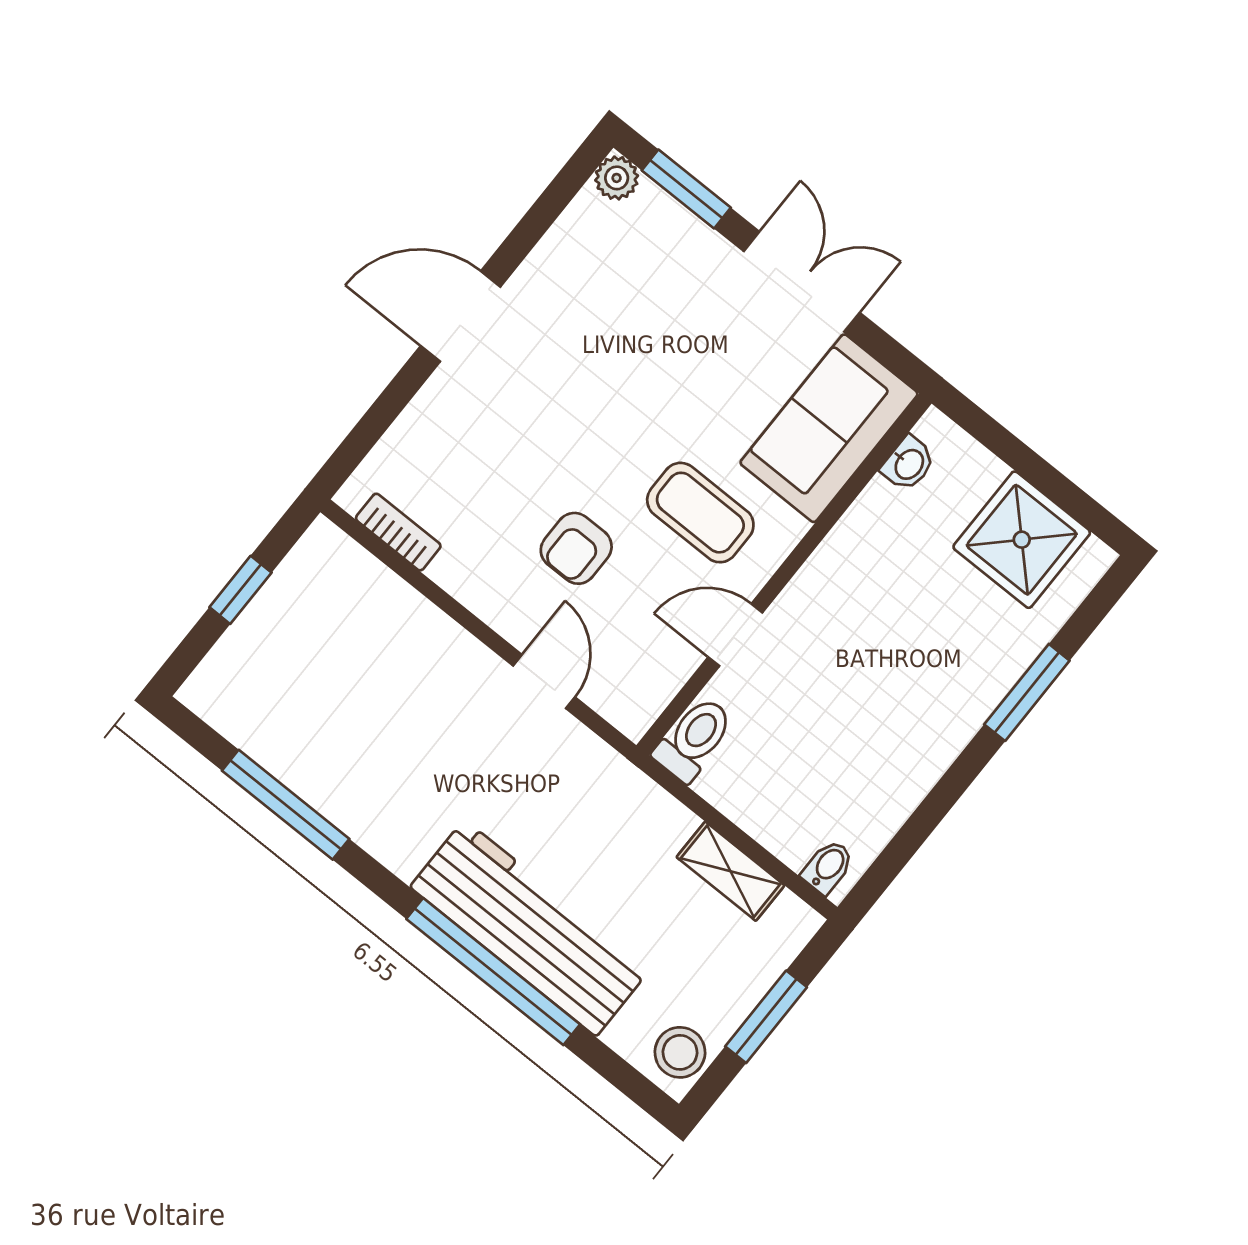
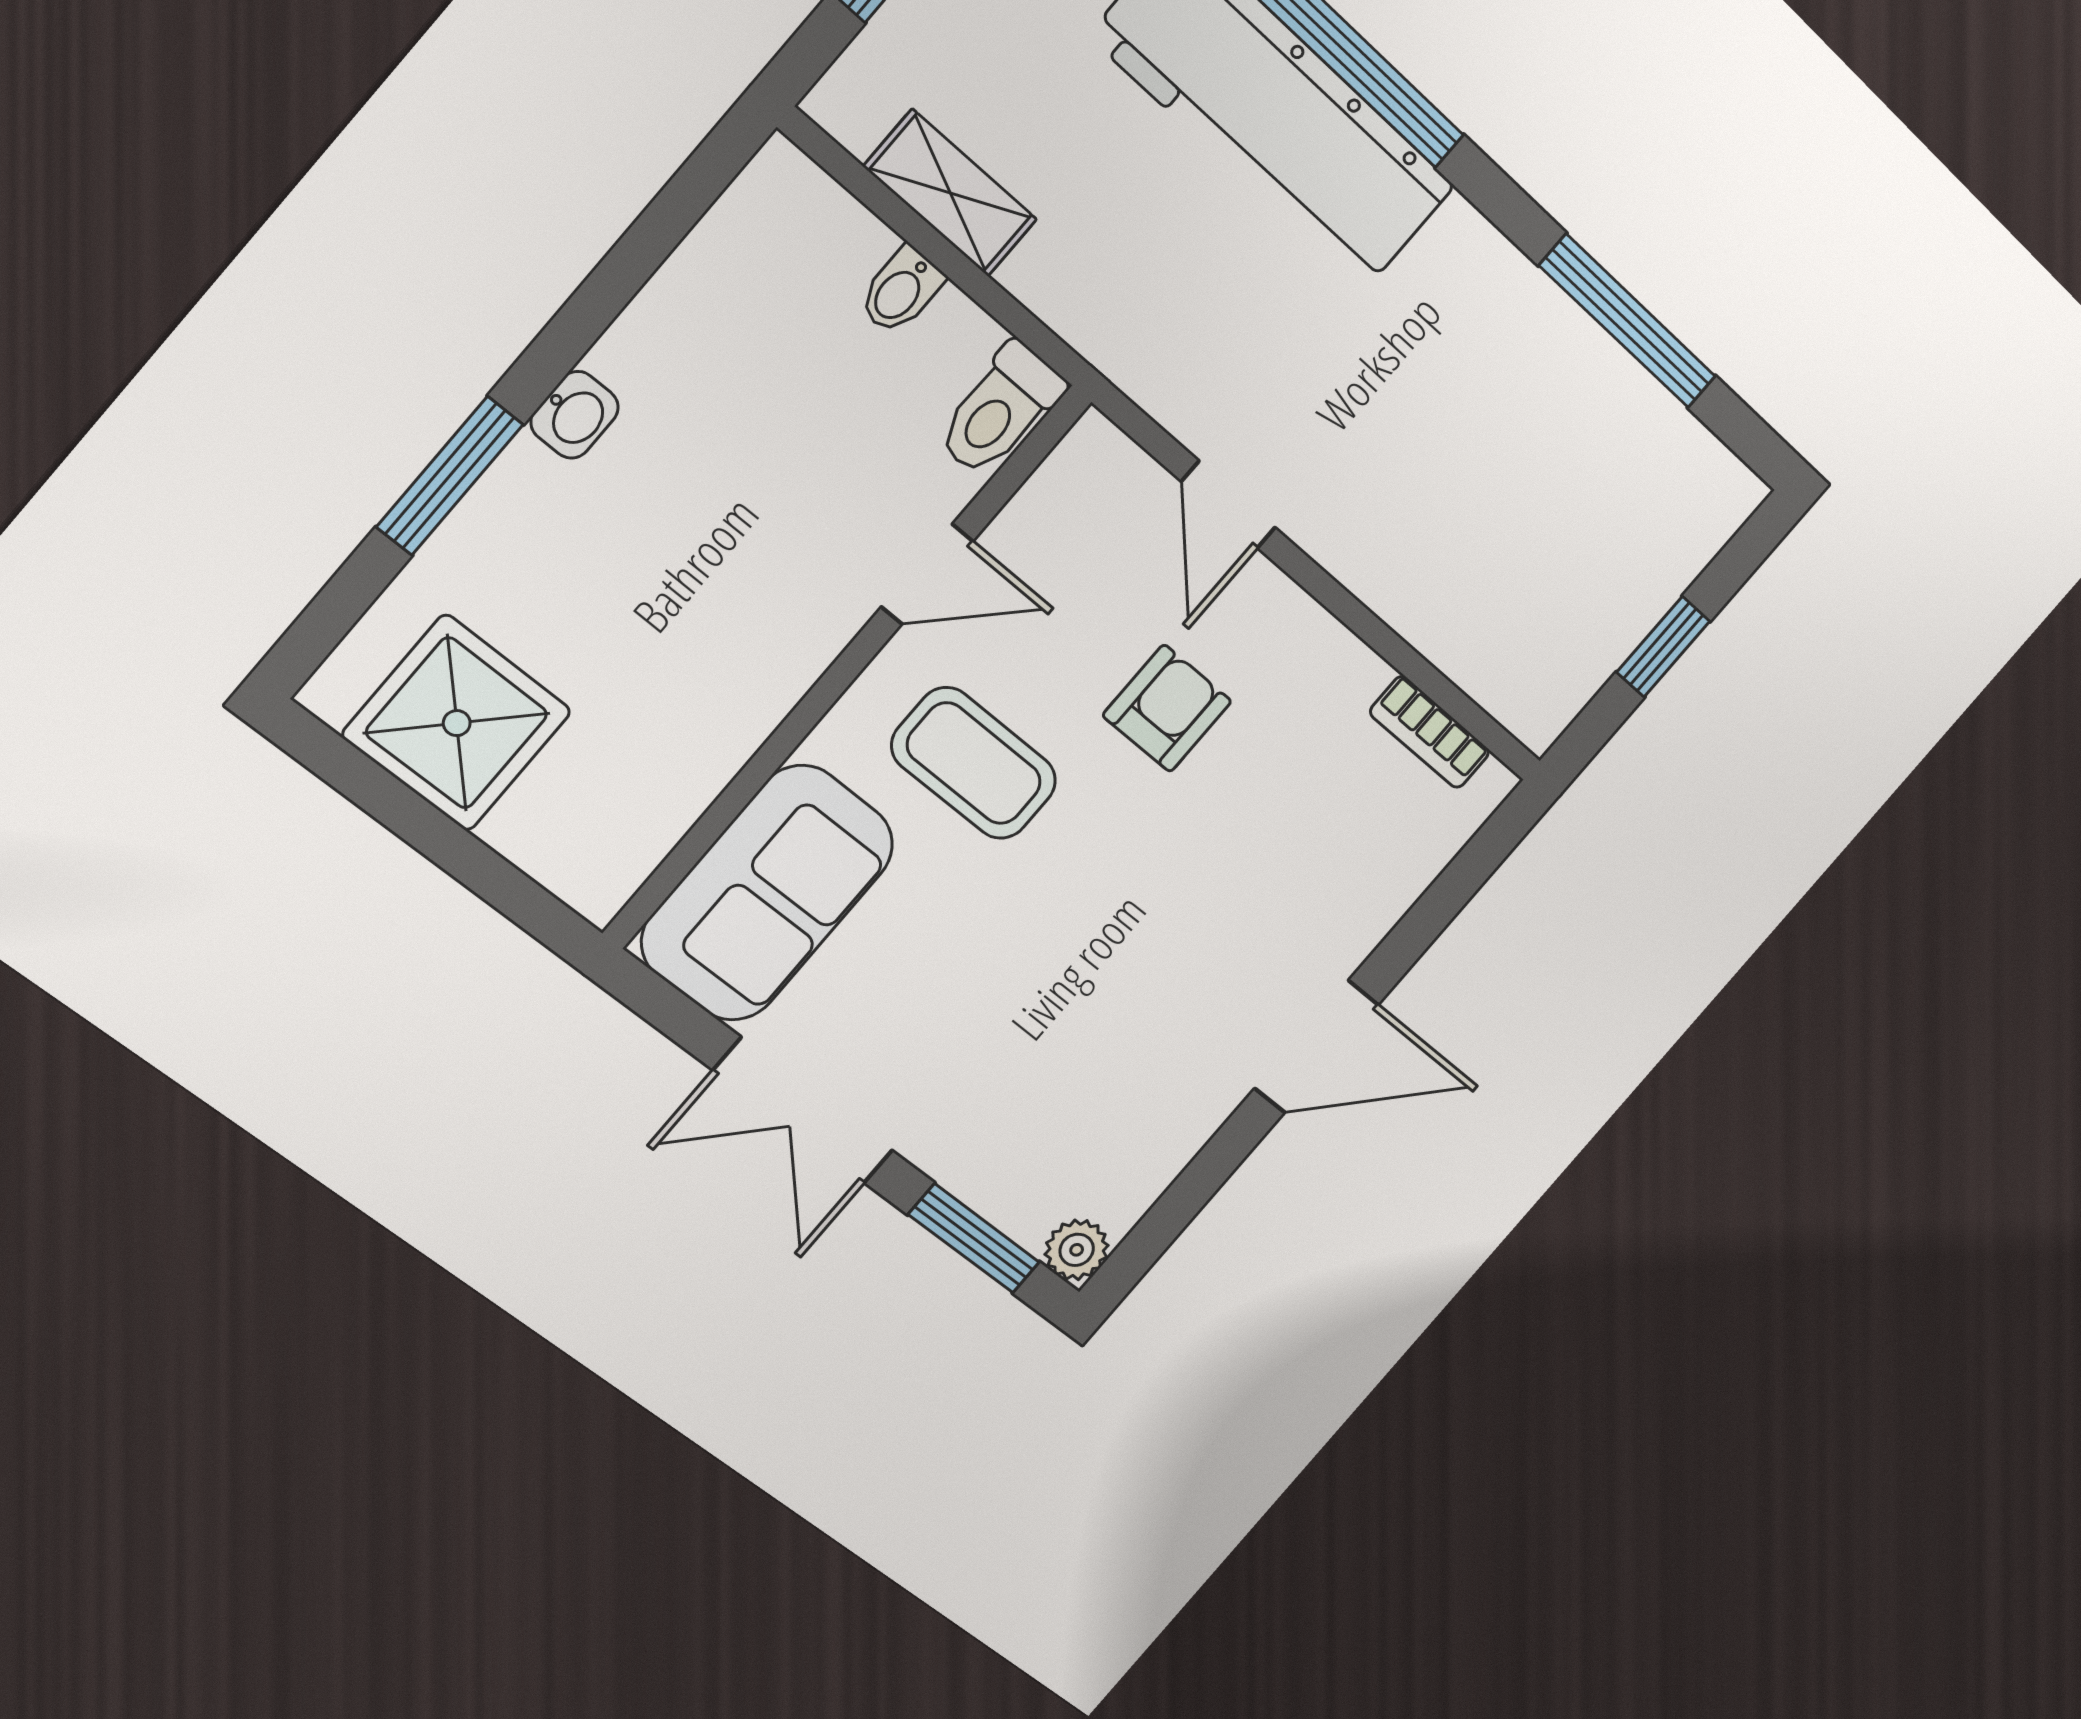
washbasin: (908, 464) -> (575, 415), moved, turned 180
bidet: (828, 867) -> (901, 291), moved

